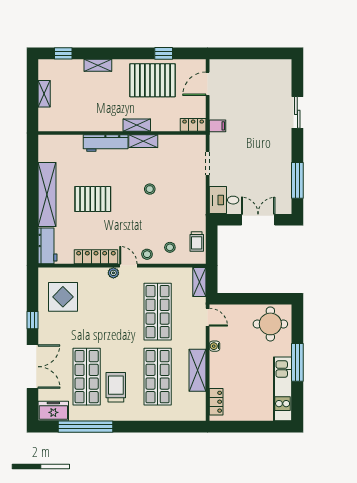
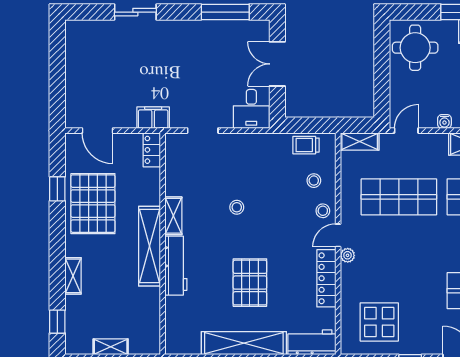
shelving: (137, 125) -> (149, 246), width x2.20, depth x1.33
filing cabinet: (218, 126) -> (153, 118), width x2.00
trolley: (197, 241) -> (306, 145), turned 180

